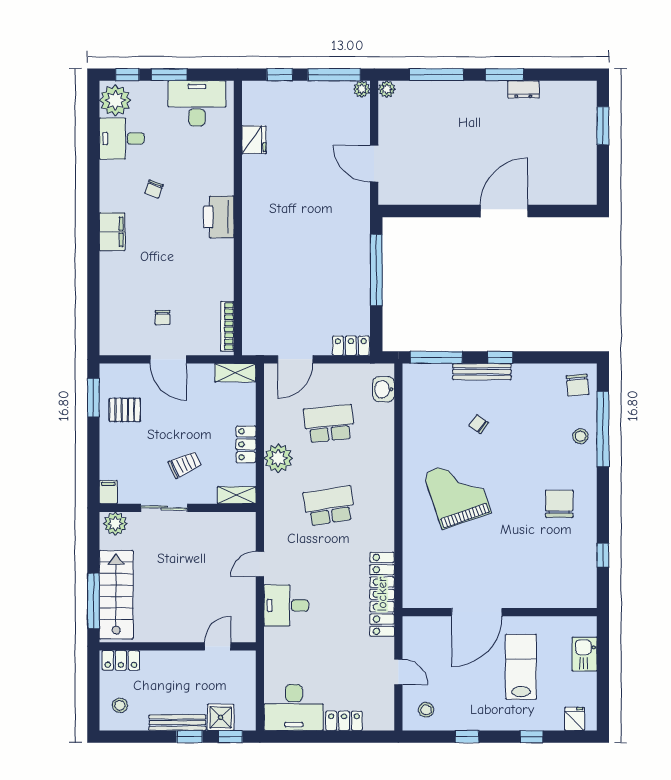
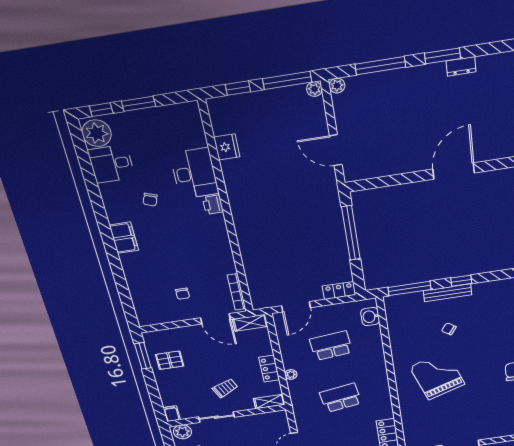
desk: (197, 103) -> (194, 173), moved, turned 90
printer: (219, 217) -> (213, 205), width x0.53, depth x0.68
door: (168, 359) -> (215, 319), moved
plant: (278, 458) -> (291, 374), width x0.53, depth x0.53

